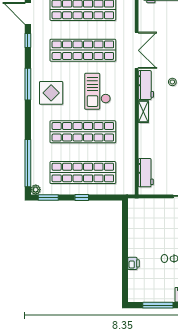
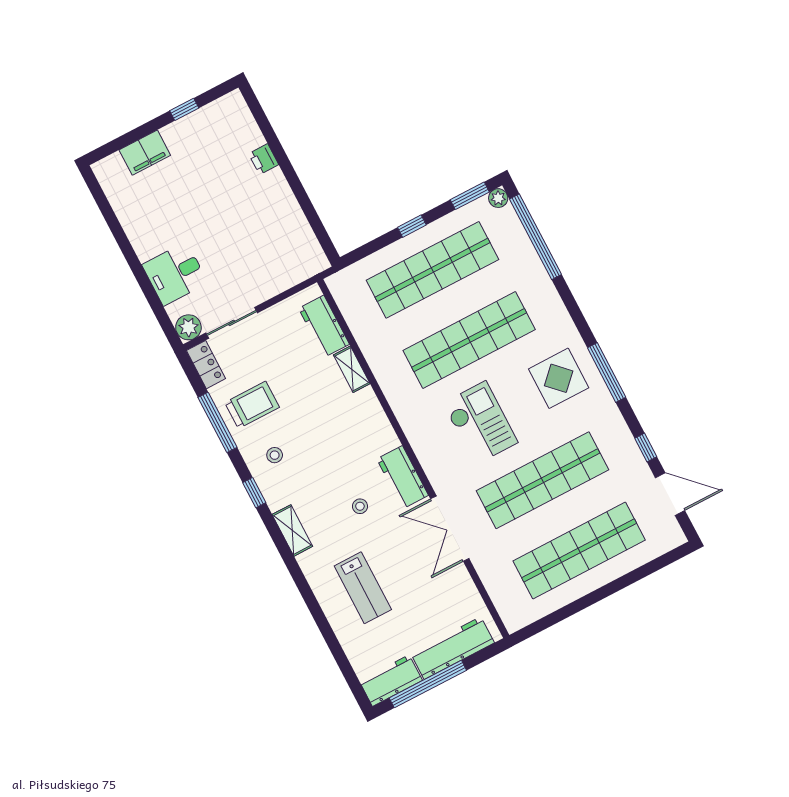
shelving: (143, 112) -> (352, 369), moved
window: (158, 305) -> (184, 109), width x0.46

